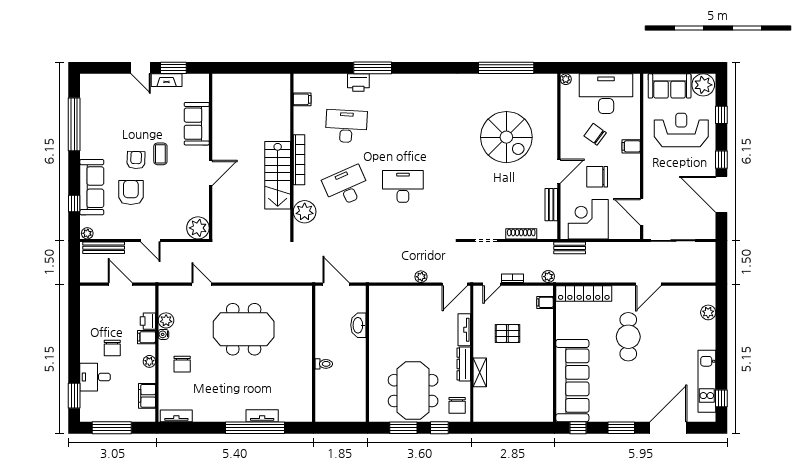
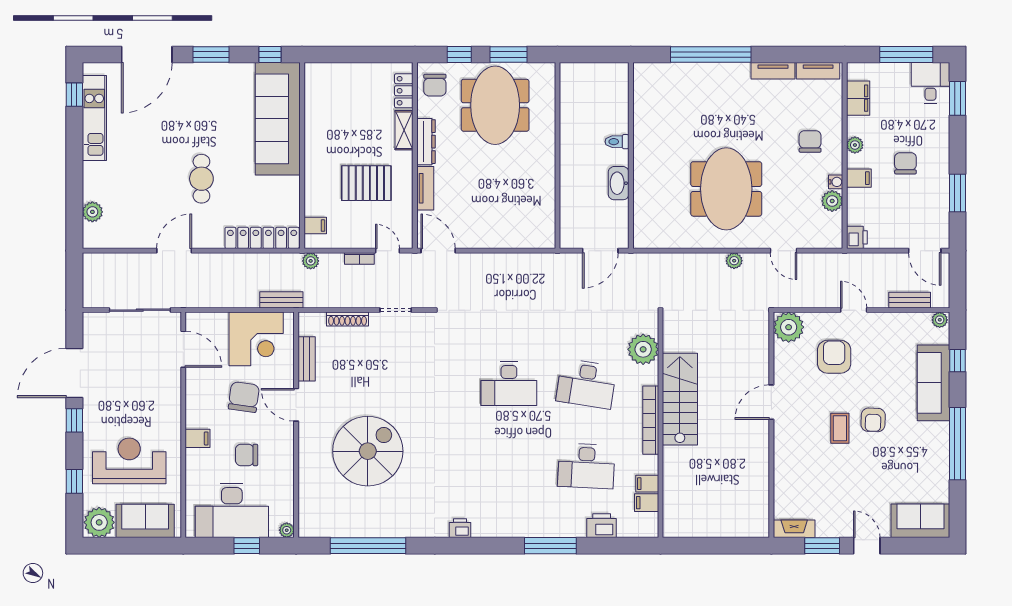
window: (595, 68) -> (247, 546), added
fireplace: (167, 80) -> (794, 529), moved
printer: (439, 81) -> (460, 528), added
printer: (358, 82) -> (602, 526), moved
filing cabinet: (302, 113) -> (647, 484), added
window: (74, 124) -> (958, 444), moved
sofa: (197, 124) -> (920, 521), moved, turned -90
reception desk: (681, 130) -> (129, 461), turned 180
chair: (595, 134) -> (247, 455), turned 144
spiral stairs: (506, 137) -> (368, 451), turned 90
door: (559, 171) -> (296, 405), hinge flipped
chair: (597, 177) -> (244, 397), turned -82
desk: (346, 186) -> (586, 384), turned 33
armchair: (131, 193) -> (834, 357), moved, turned 180
door: (721, 194) -> (74, 373), swing flipped
bench: (104, 248) -> (910, 300), width x0.73
plant: (421, 277) -> (734, 261), moved
door: (120, 284) -> (925, 251), moved
door: (336, 284) -> (600, 251), hinge flipped
door: (455, 284) -> (438, 251), hinge flipped
door: (492, 284) -> (388, 251), hinge flipped
printer: (148, 321) -> (857, 237), moved
washbasin: (358, 325) -> (619, 183), moved, turned 180
window: (74, 326) -> (958, 193), added
meeting table: (244, 329) -> (726, 189), turned 90
pallet: (507, 333) -> (366, 183), width x1.50, depth x1.42
cafe table: (628, 337) -> (201, 179), width x0.73, depth x0.74
desk: (95, 377) -> (931, 83), moved, turned -90
locker: (480, 401) -> (404, 91), added
chair: (457, 405) -> (435, 85), turned 180
tv unit: (262, 416) -> (773, 71), moved

